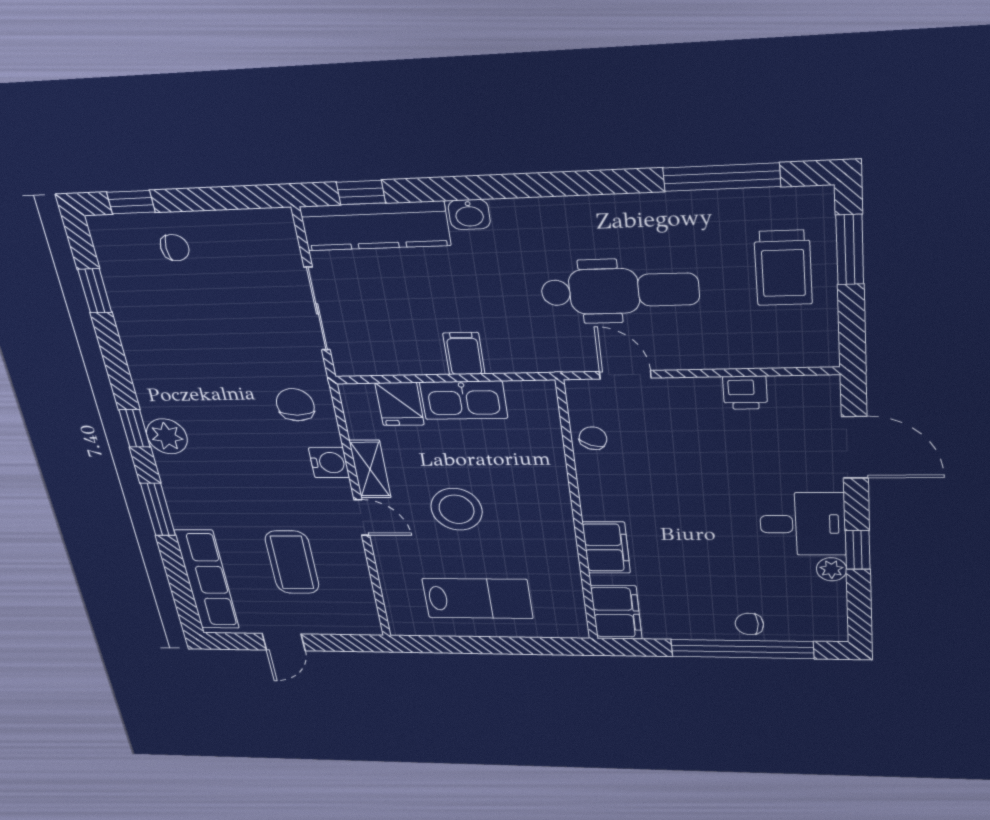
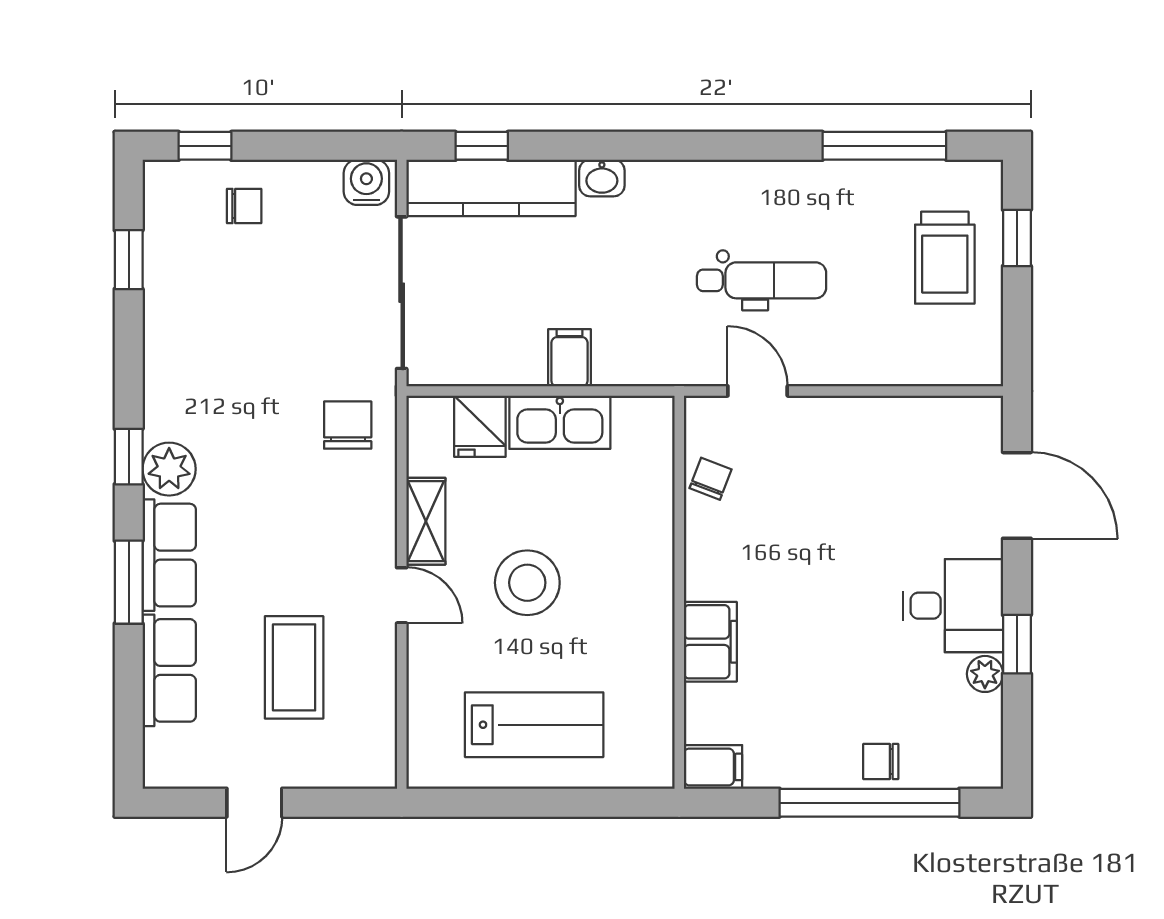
window: (850, 250) -> (1017, 238), width x0.67
dental chair: (620, 291) -> (762, 280), width x0.73, depth x0.72
sliding door: (317, 309) -> (402, 293), width x1.37
printer: (745, 393) -> (894, 418), removed
water cooler: (329, 463) -> (366, 182), moved, turned -90
row of seats: (183, 492) -> (169, 555), added
row of seats: (207, 580) -> (169, 670), width x0.68
filing cabinet: (616, 612) -> (713, 767), width x0.50

